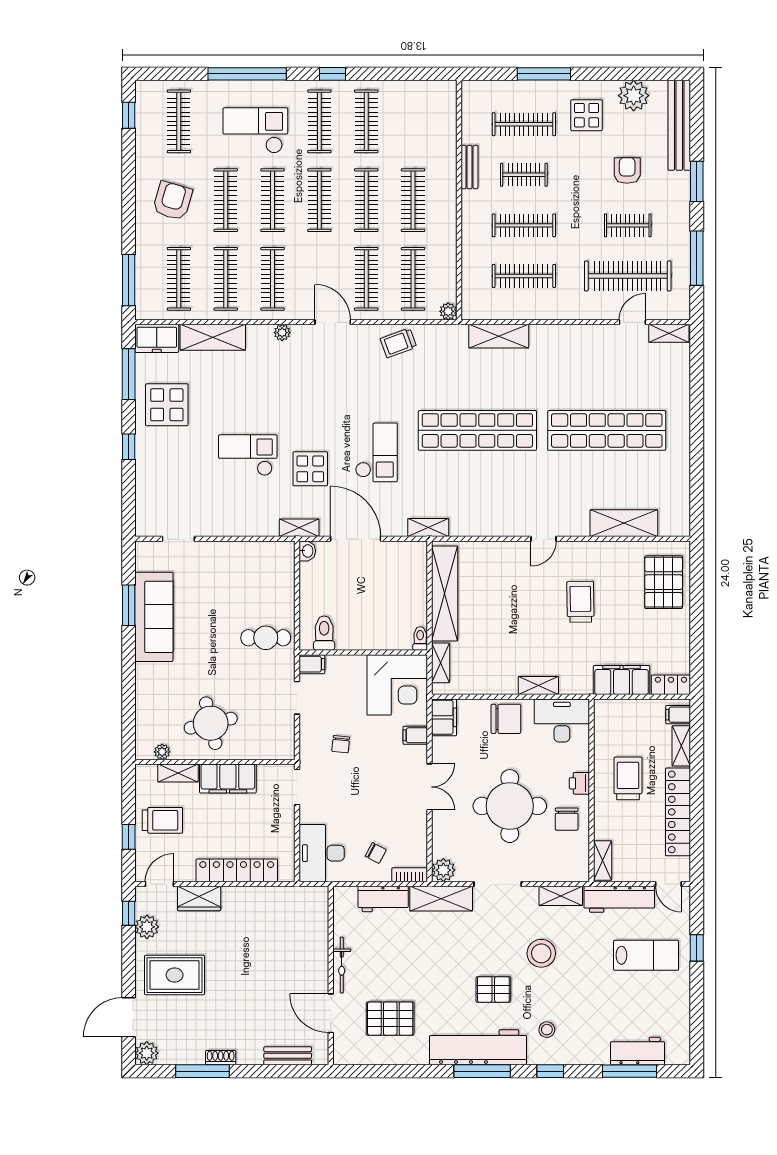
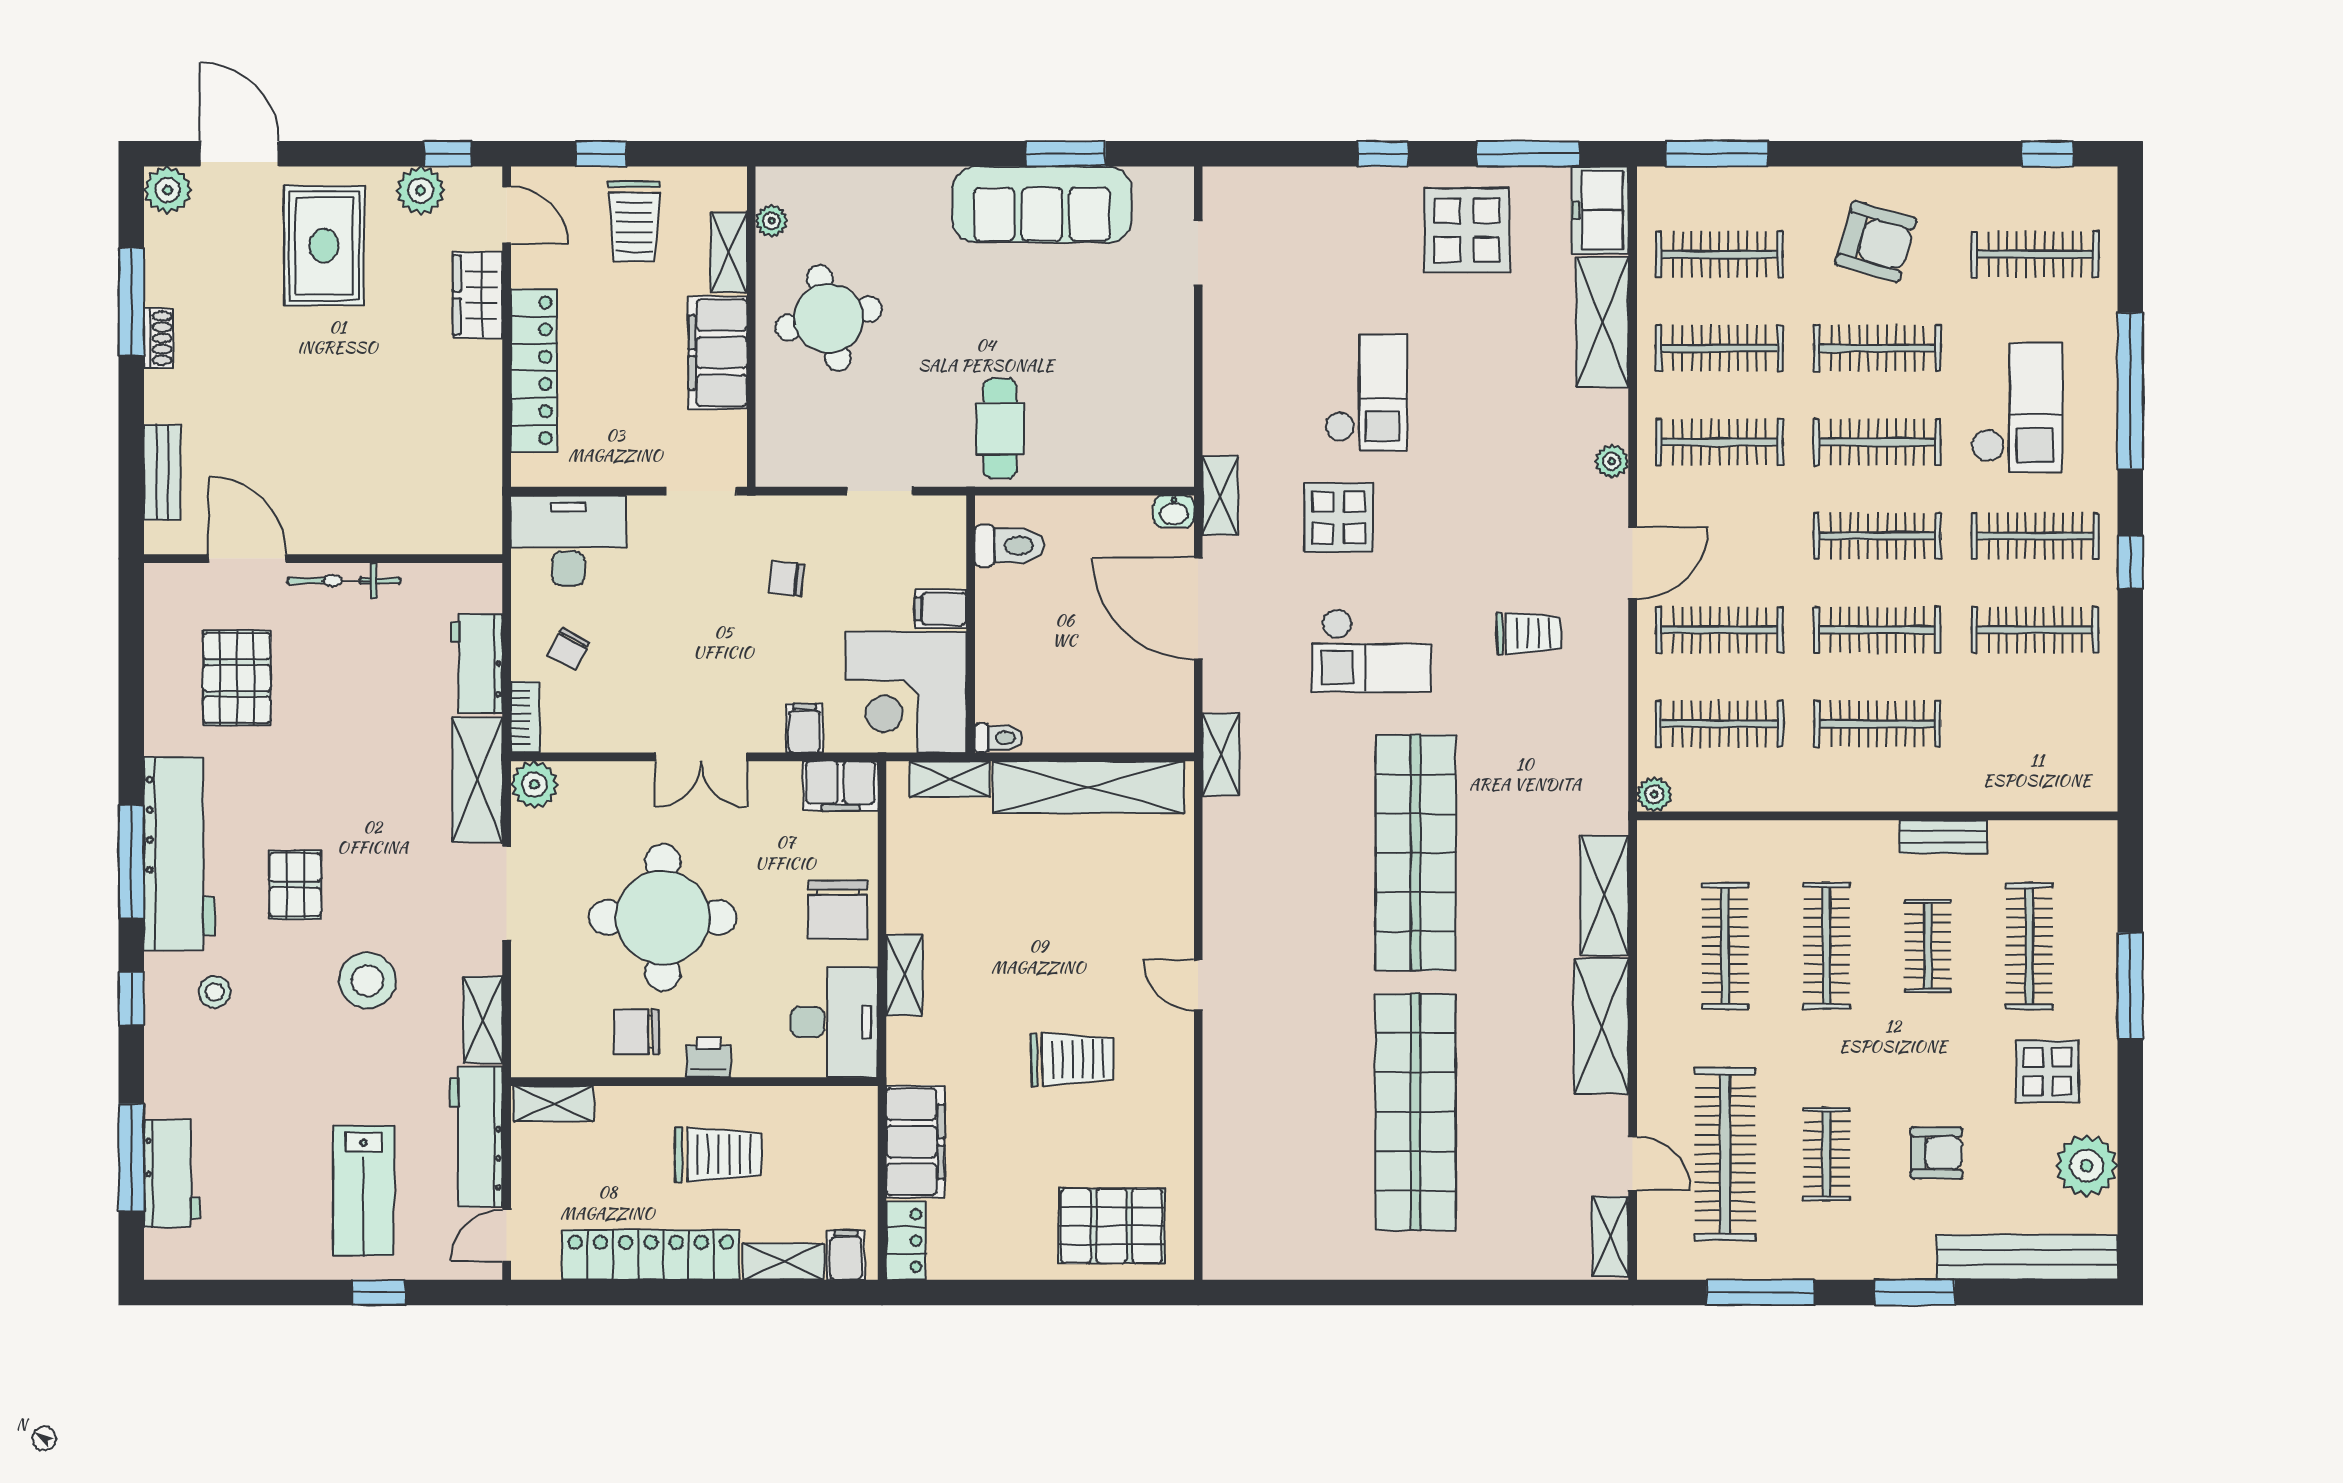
trolley: (398, 343) -> (1529, 633), moved, turned 109
shelving: (624, 523) -> (1601, 1026), moved
door: (356, 539) -> (1198, 609), swing flipped
filing cabinet: (312, 664) -> (941, 609), moved, turned 90
door: (331, 1013) -> (247, 559), hinge flipped

